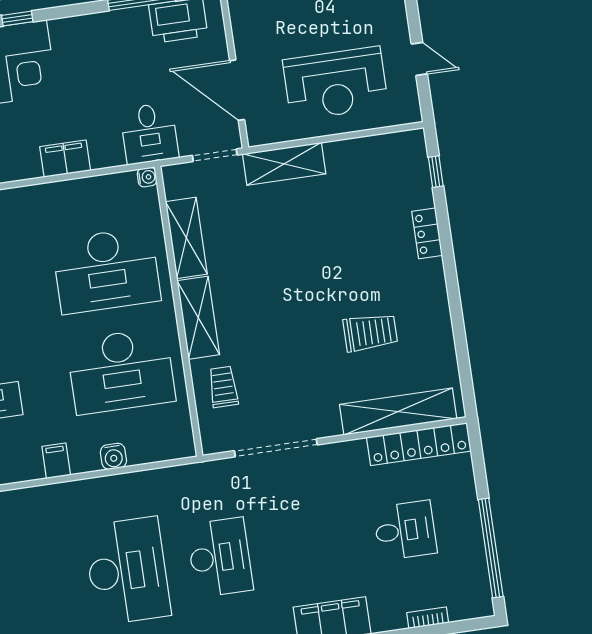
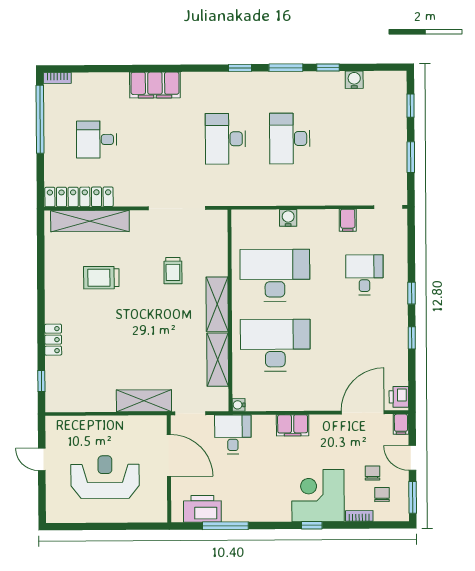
reception desk: (335, 84) -> (105, 477), moved
trolley: (223, 387) -> (173, 271), moved
filing cabinet: (56, 461) -> (348, 220), moved
desk: (127, 571) -> (290, 138), width x0.73, depth x0.77
bookcase: (428, 618) -> (57, 78), moved

